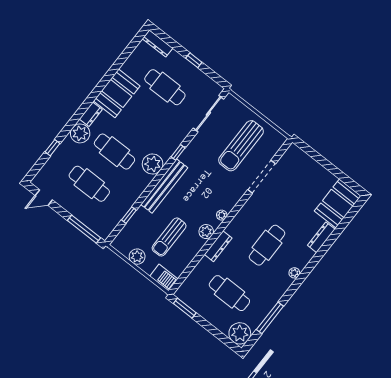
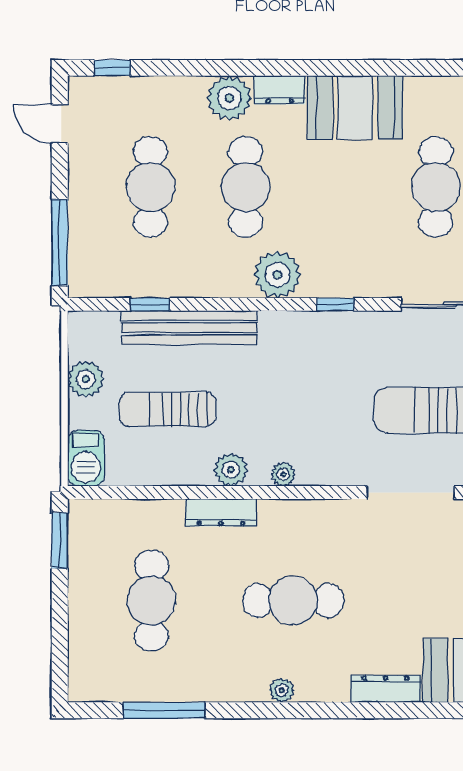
window: (52, 148) -> (112, 68), moved
bench: (164, 186) -> (189, 328), moved
plant: (240, 333) -> (93, 677), removed

